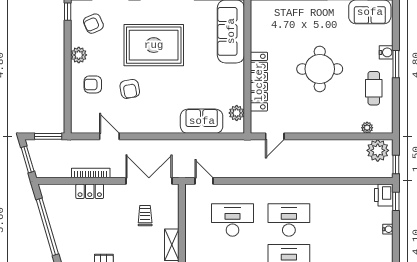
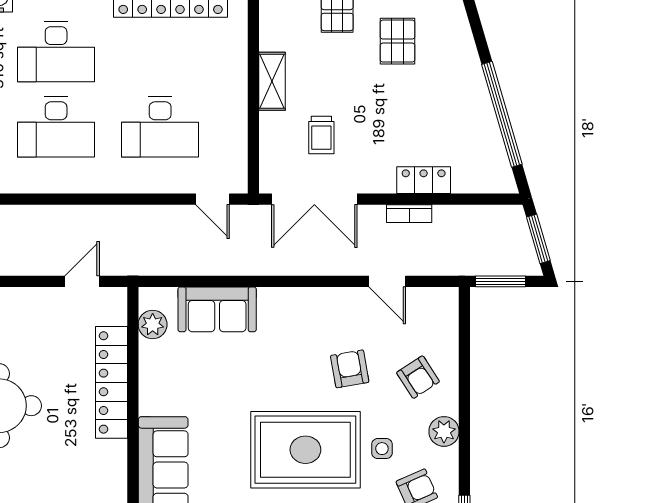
side table: (112, 46) -> (382, 449), added
armchair: (93, 84) -> (418, 377), turned 57
bookcase: (91, 173) -> (409, 214), width x0.64

